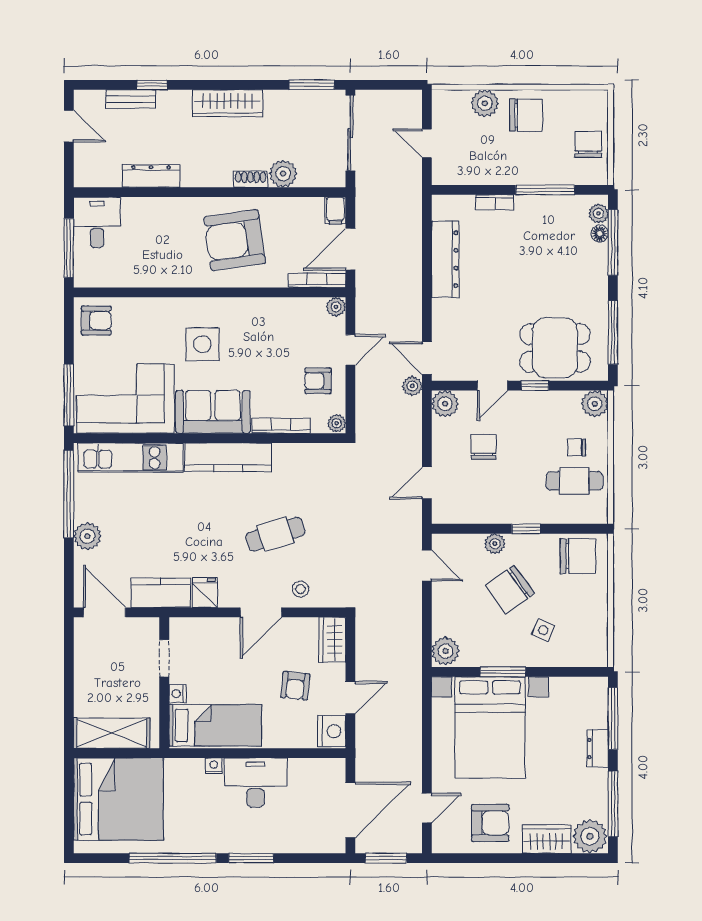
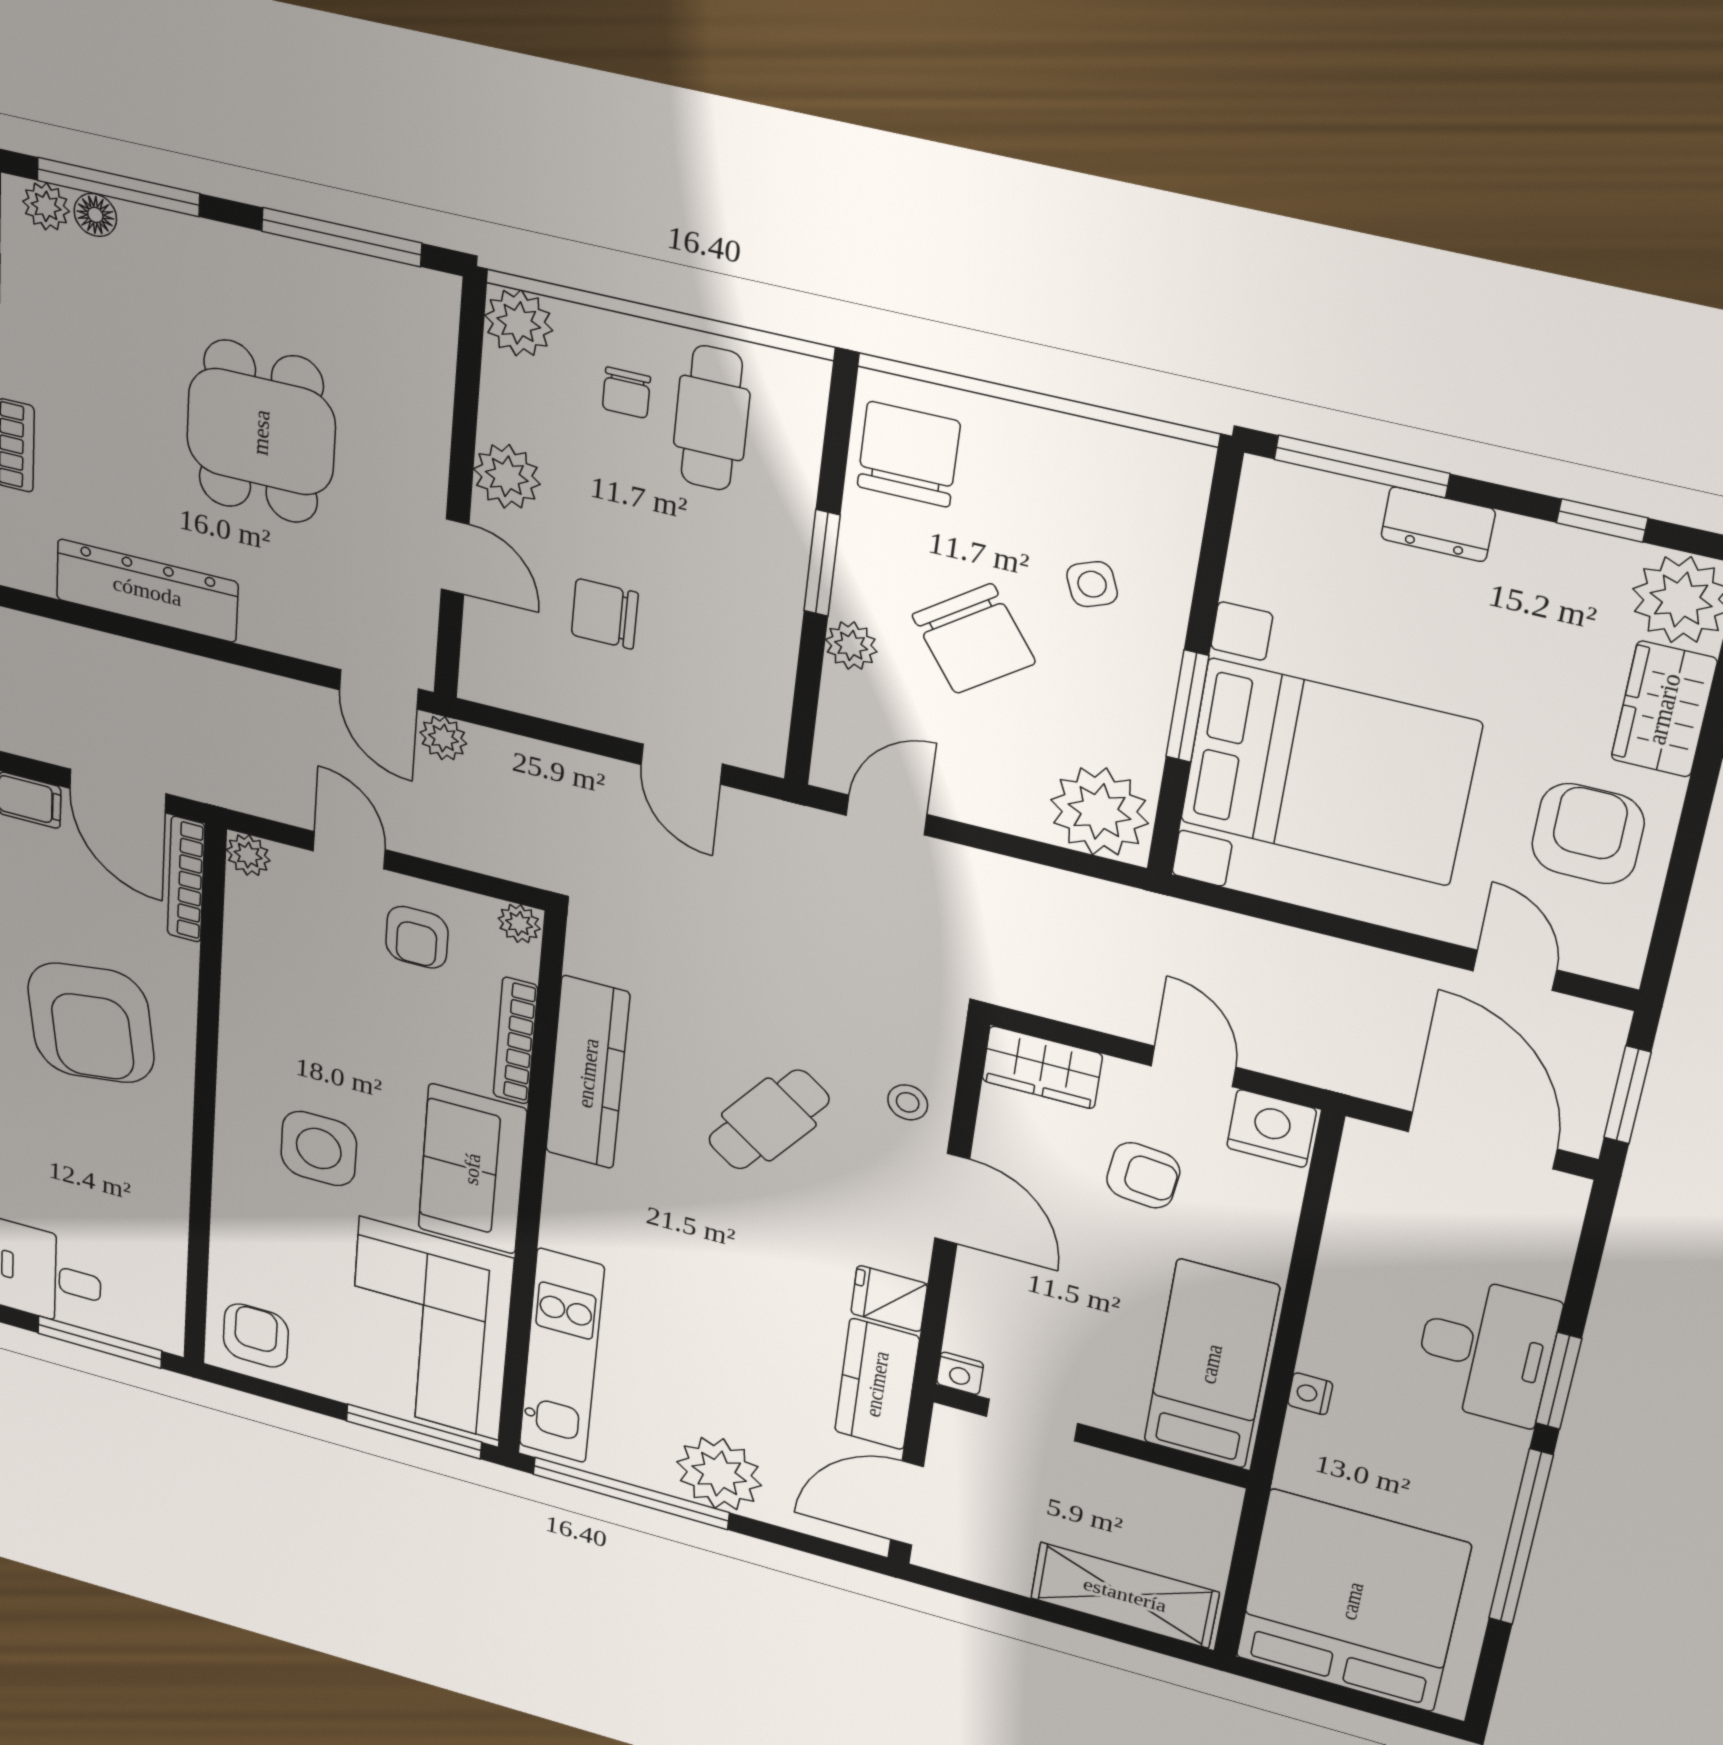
dining table: (555, 348) -> (261, 432), moved
door: (427, 358) -> (379, 689), hinge flipped
window: (535, 386) -> (462, 457), removed
plant: (445, 404) -> (507, 476), moved
kitchen counter: (228, 457) -> (588, 1073), moved
window: (526, 529) -> (822, 563), width x1.50
cafe table: (275, 534) -> (769, 1120), turned 55
plant: (87, 536) -> (719, 1474), width x1.36, depth x1.36
side table: (543, 630) -> (1092, 584), turned 45
plant: (445, 651) -> (1099, 812), width x1.36, depth x1.36
nightstand: (178, 694) -> (960, 1373), moved
shelving: (112, 733) -> (1125, 1595), moved, turned 90
desk: (256, 783) -> (1486, 1350), moved, turned 180
window: (613, 804) -> (1602, 520), width x0.46

